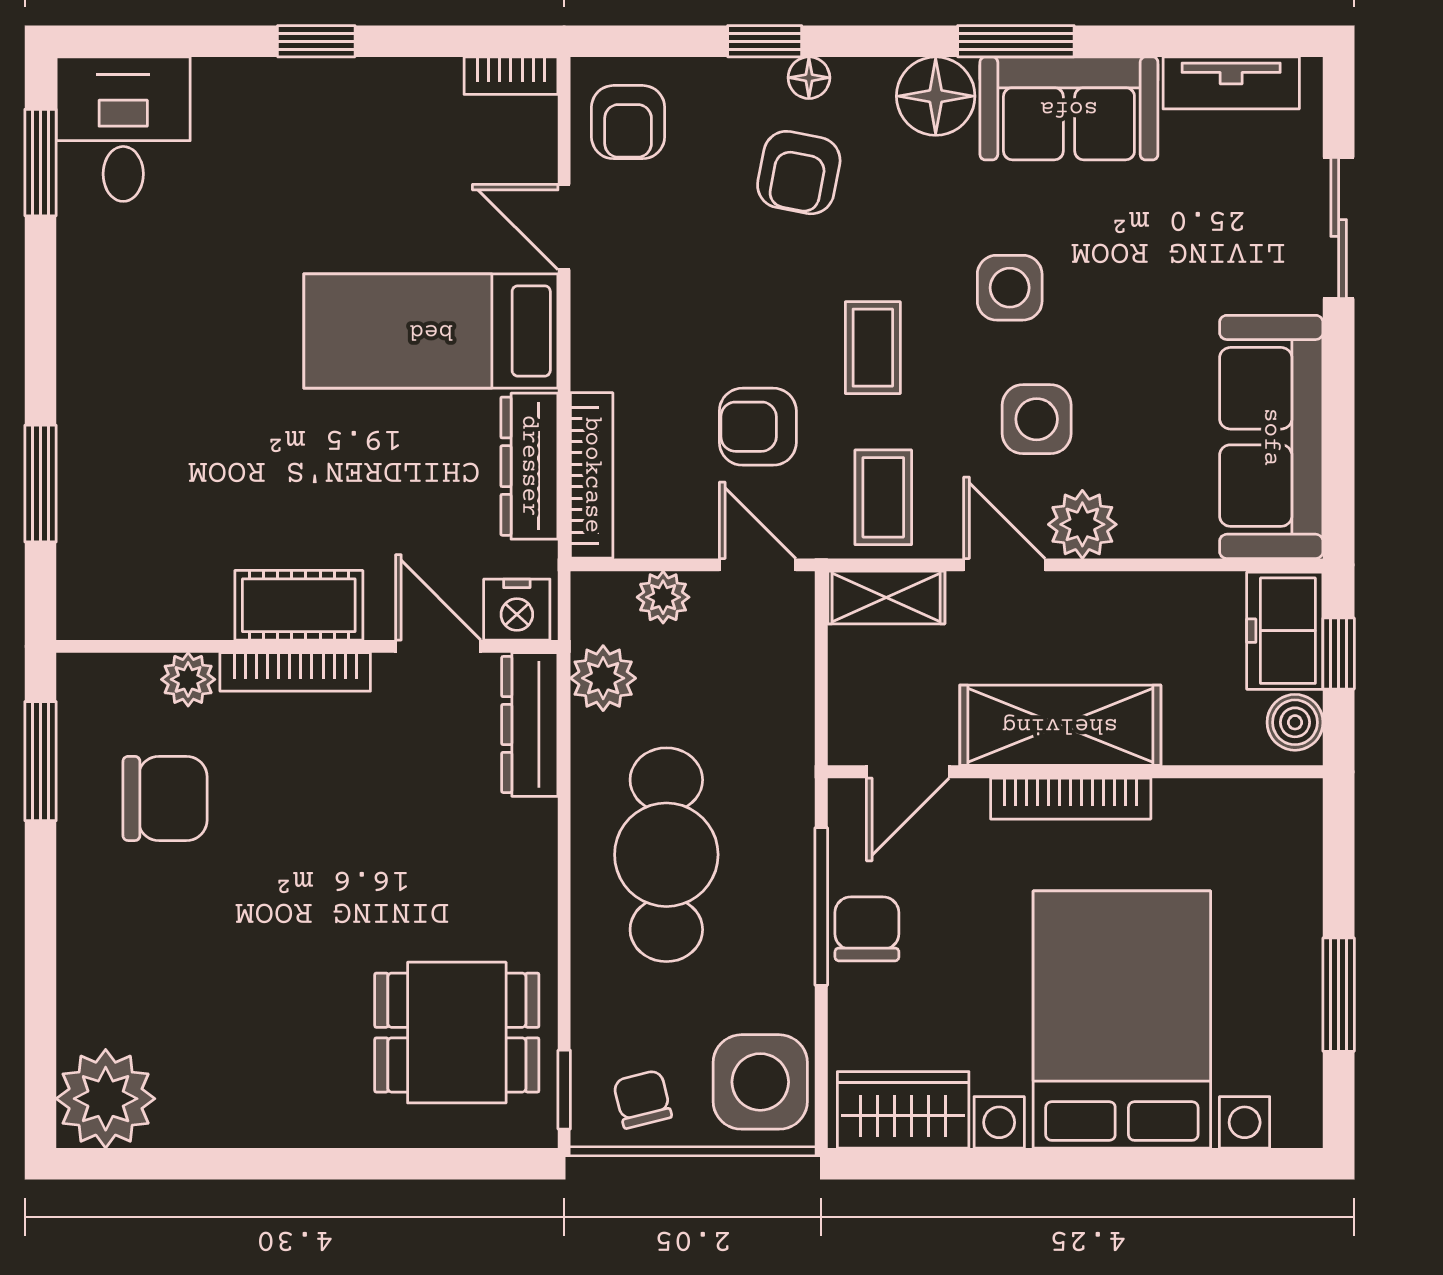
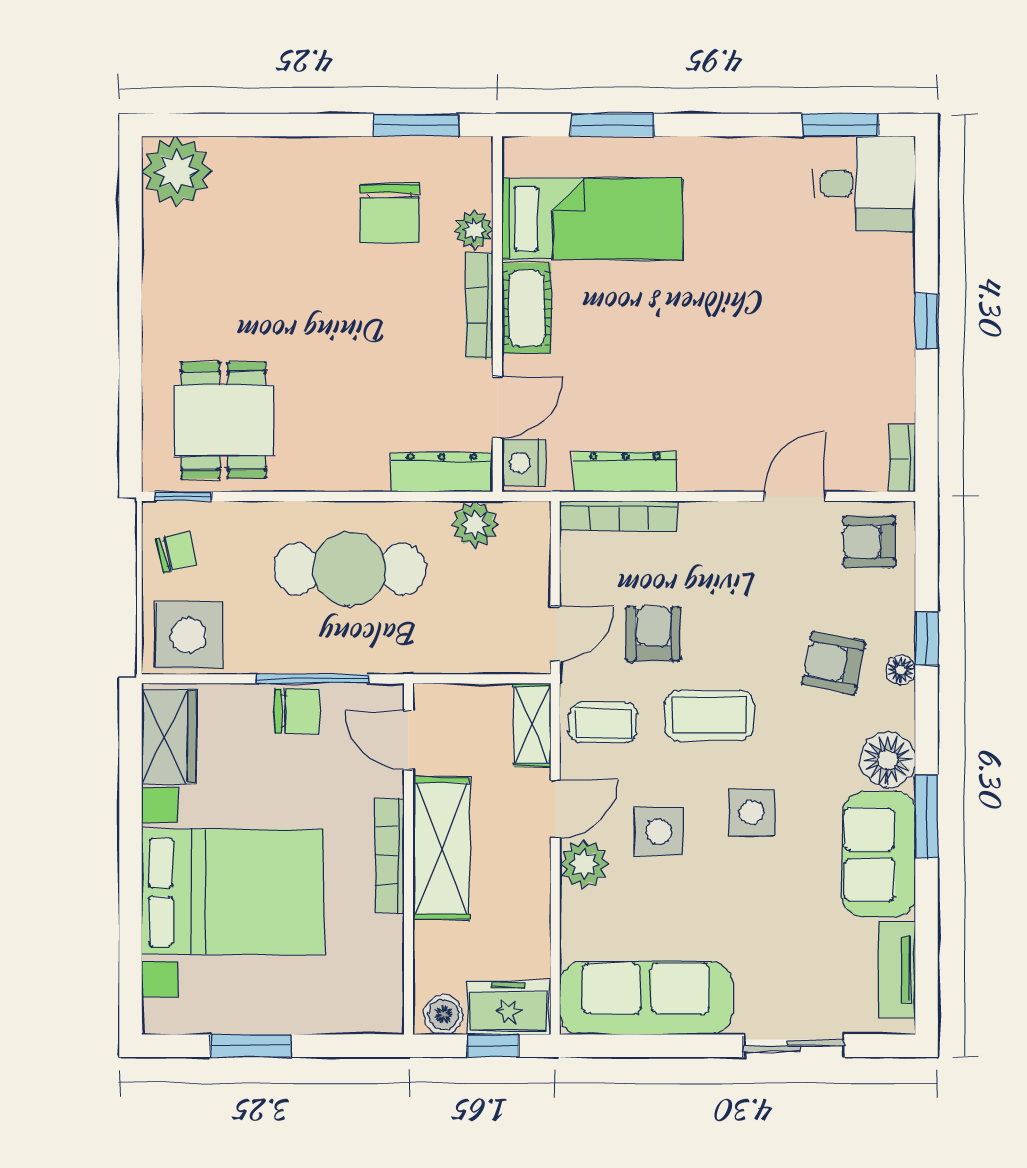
bed: (431, 331) -> (592, 219), moved, turned 90
coffee table: (873, 348) -> (709, 715), width x1.36, depth x1.30
plant: (663, 597) -> (532, 567), removed

